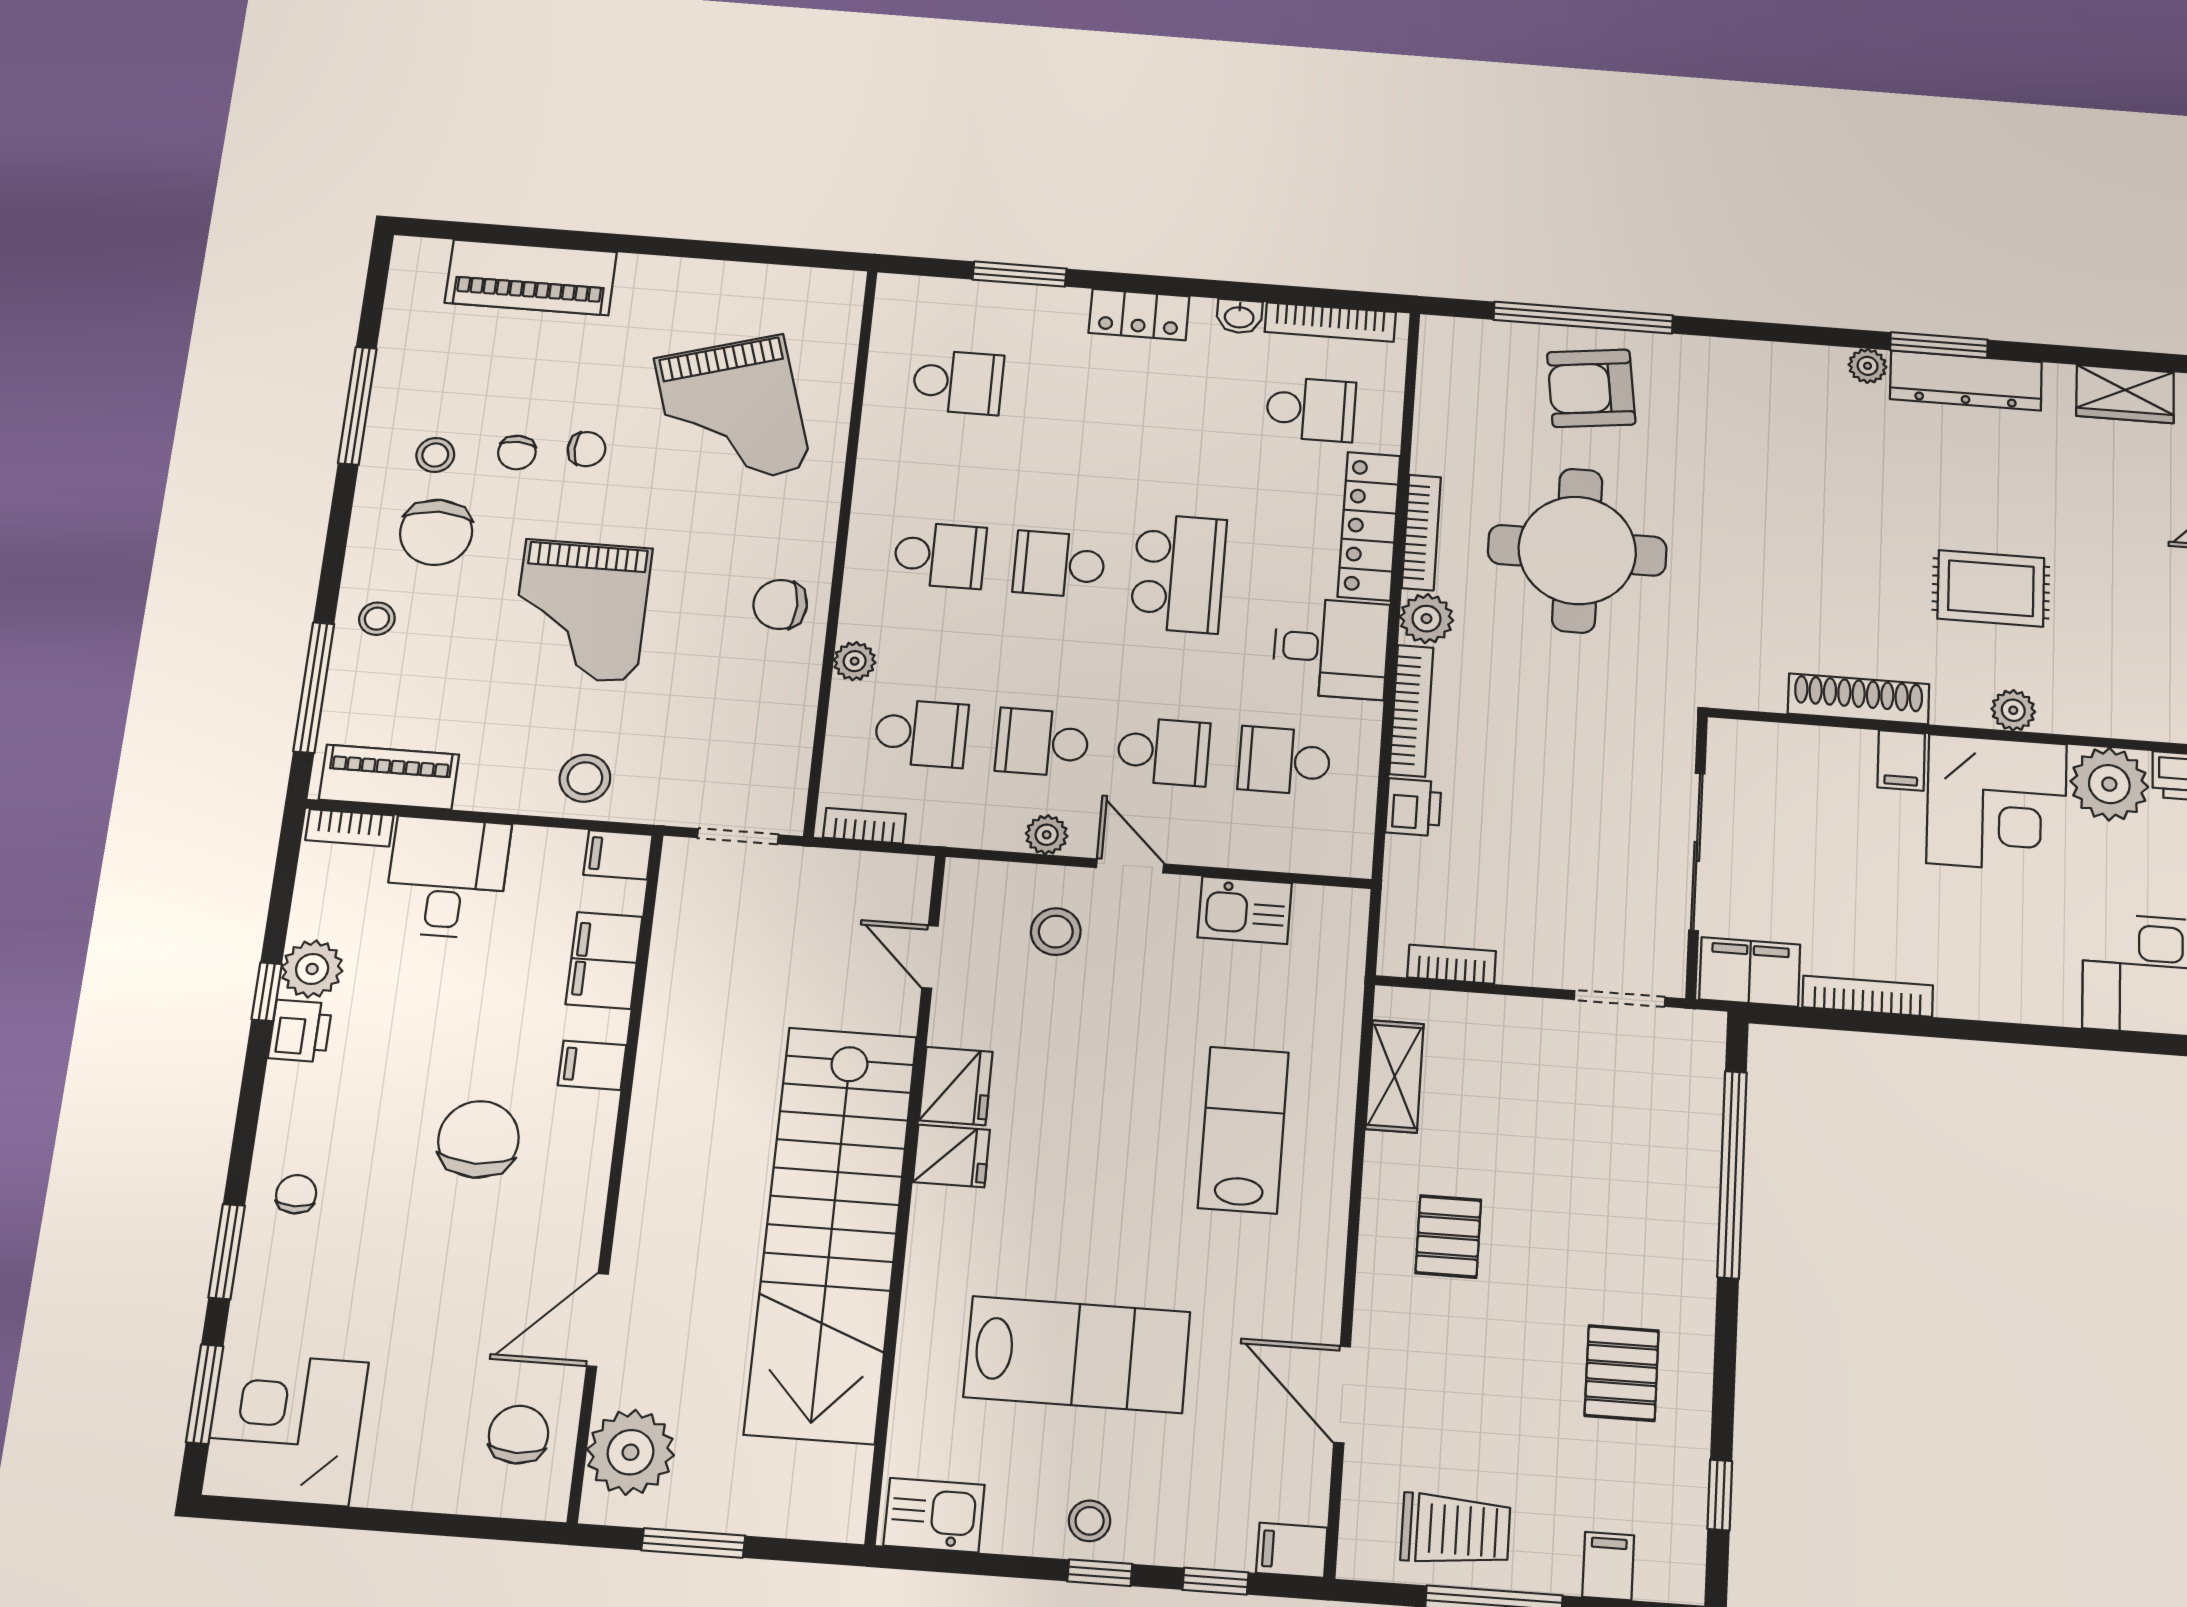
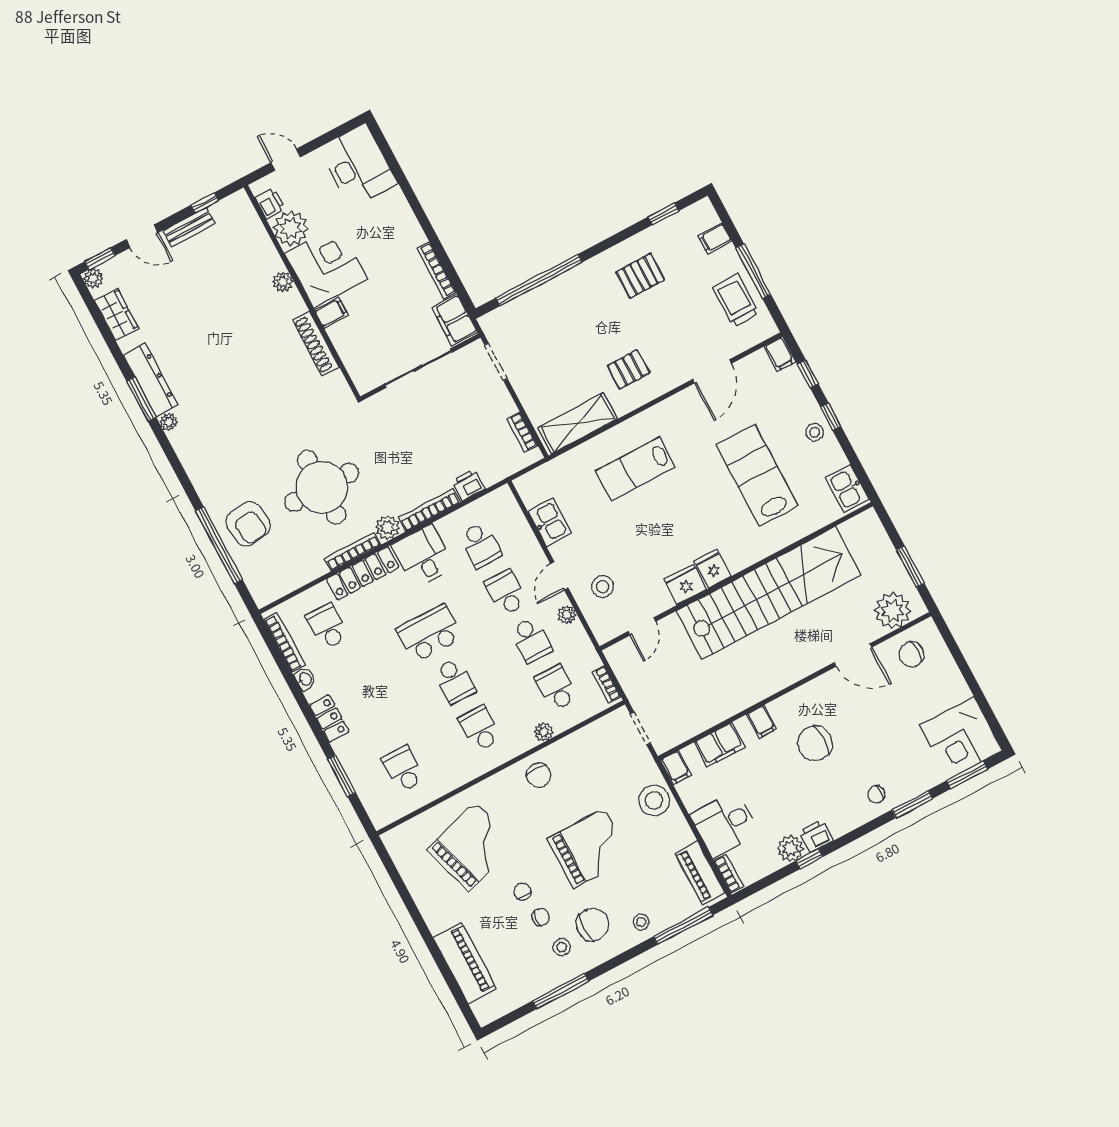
rug: (1991, 588) -> (236, 319), removed
stool: (585, 778) -> (654, 800), width x1.38, depth x1.38
shelving: (1395, 1076) -> (578, 423), width x1.50, depth x1.33

